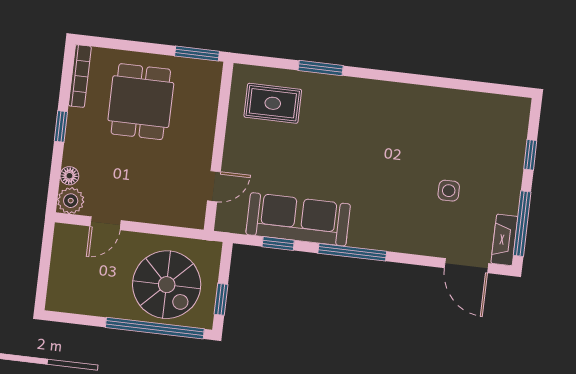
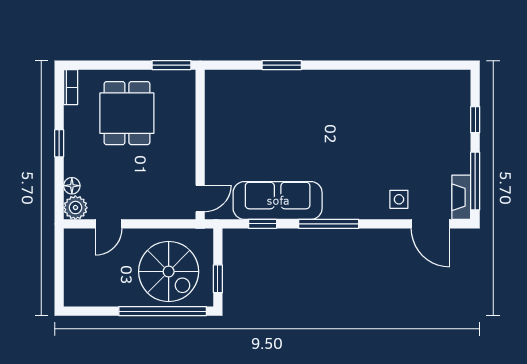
bookcase: (80, 76) -> (71, 87), width x0.64
rug: (273, 103) -> (243, 101), removed
door: (214, 186) -> (200, 198), moved
side table: (449, 191) -> (399, 199), moved

